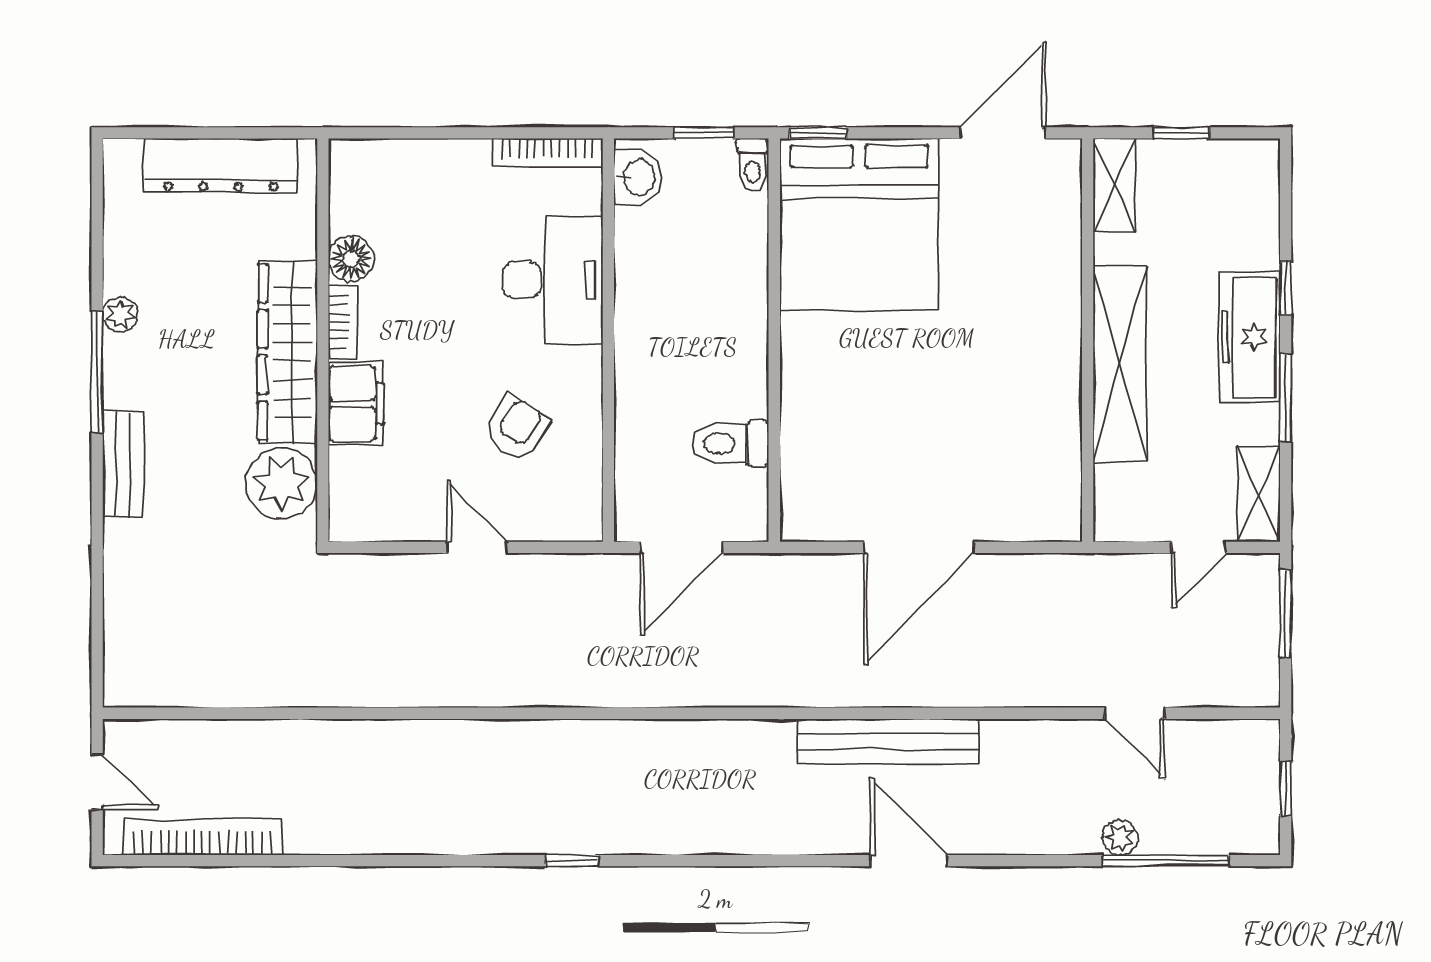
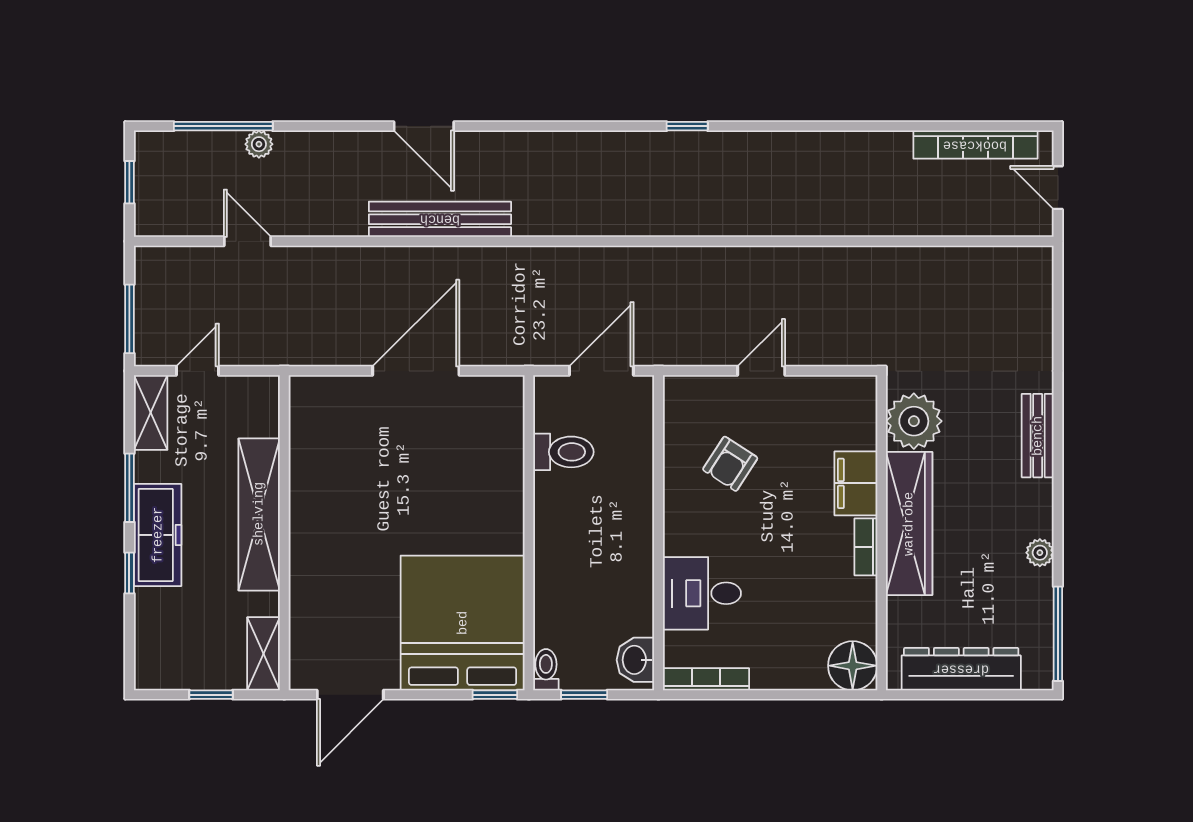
floor lamp: (351, 259) -> (853, 666), moved, width x1.38, depth x1.38
desk: (553, 280) -> (702, 593), width x0.73
window: (97, 372) -> (1058, 634), moved
door: (477, 547) -> (761, 371), swing flipped

